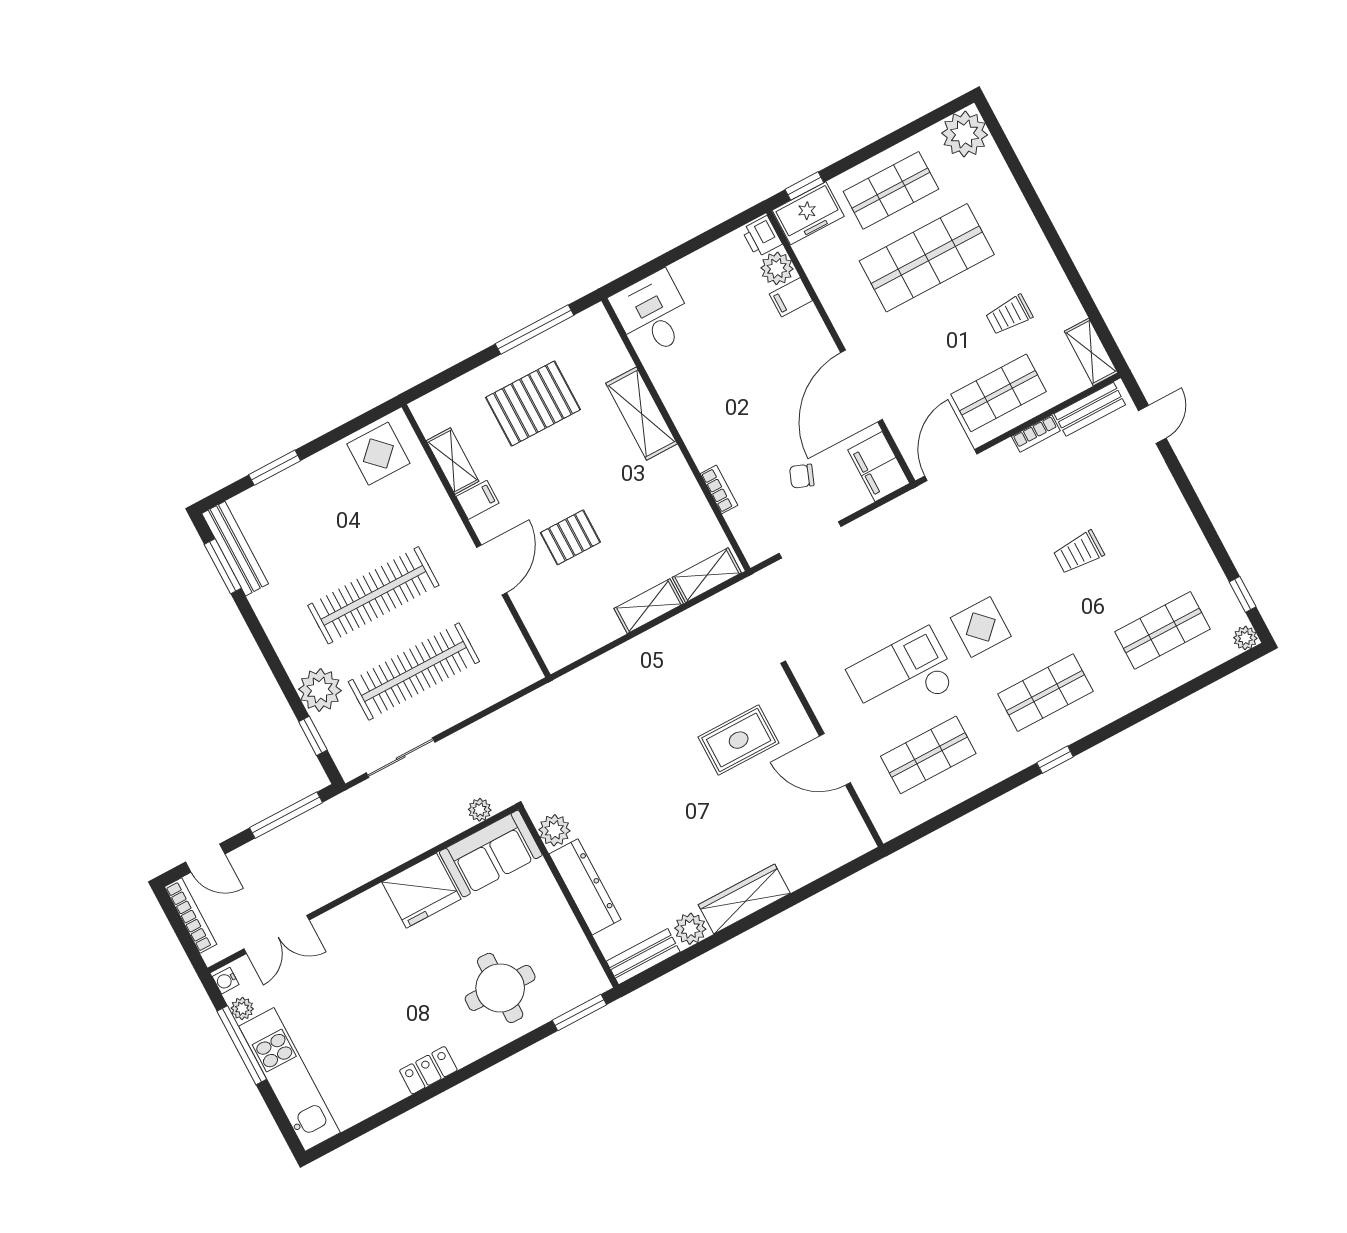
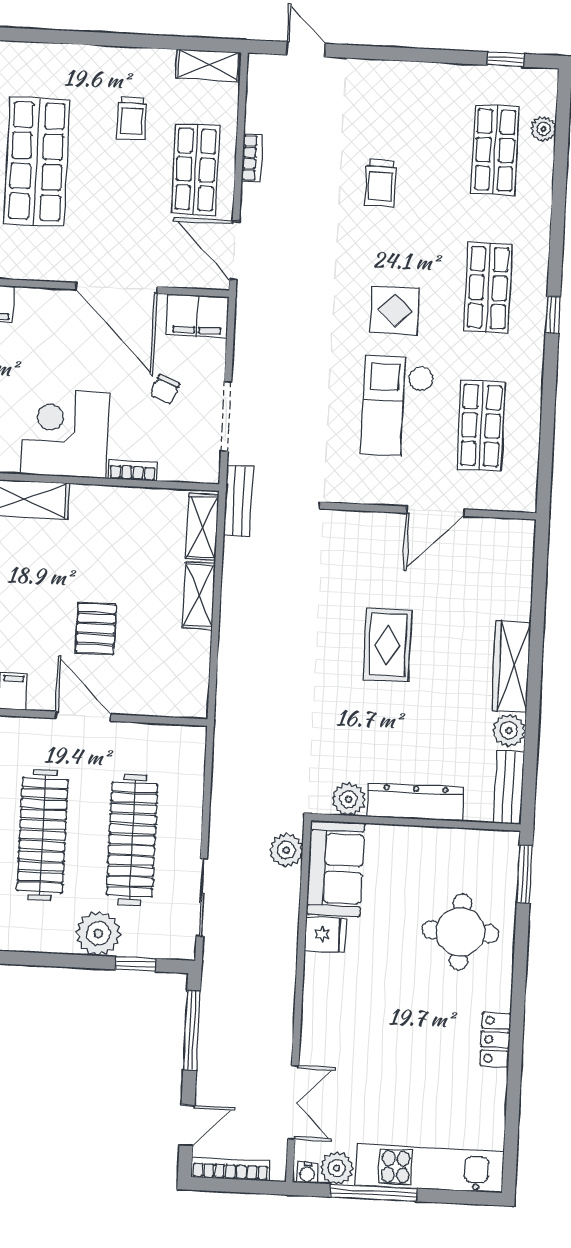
bench: (1090, 409) -> (238, 501), moved
corner desk: (716, 415) -> (65, 433), added
plant: (1245, 638) -> (543, 129), moved
rug: (739, 740) -> (388, 645), moved
plant: (480, 810) -> (286, 850), width x1.38, depth x1.38
fridge: (421, 891) -> (325, 935), width x0.53, depth x0.75
plant: (242, 1009) -> (337, 1168), width x1.38, depth x1.38

